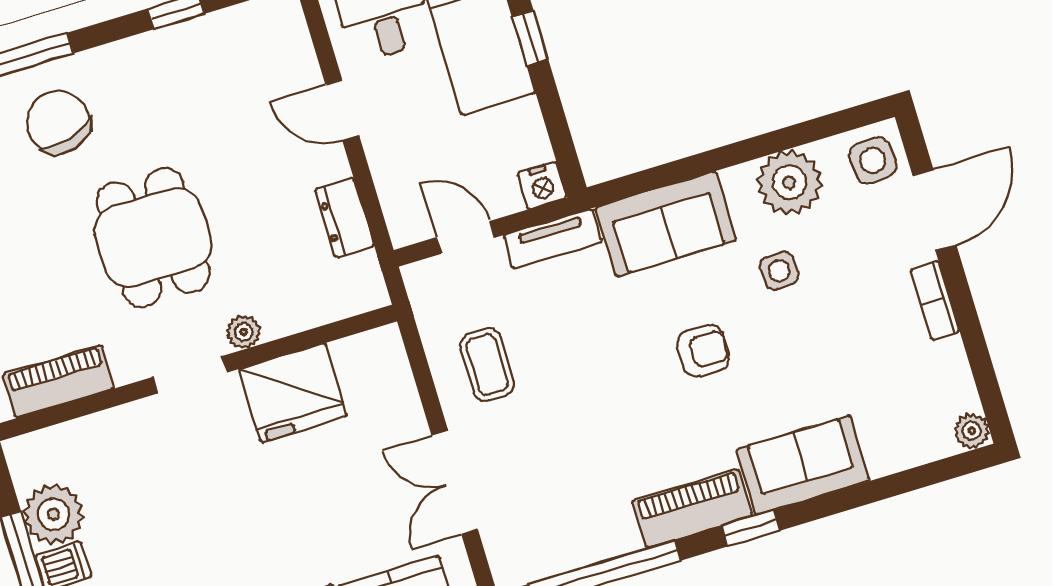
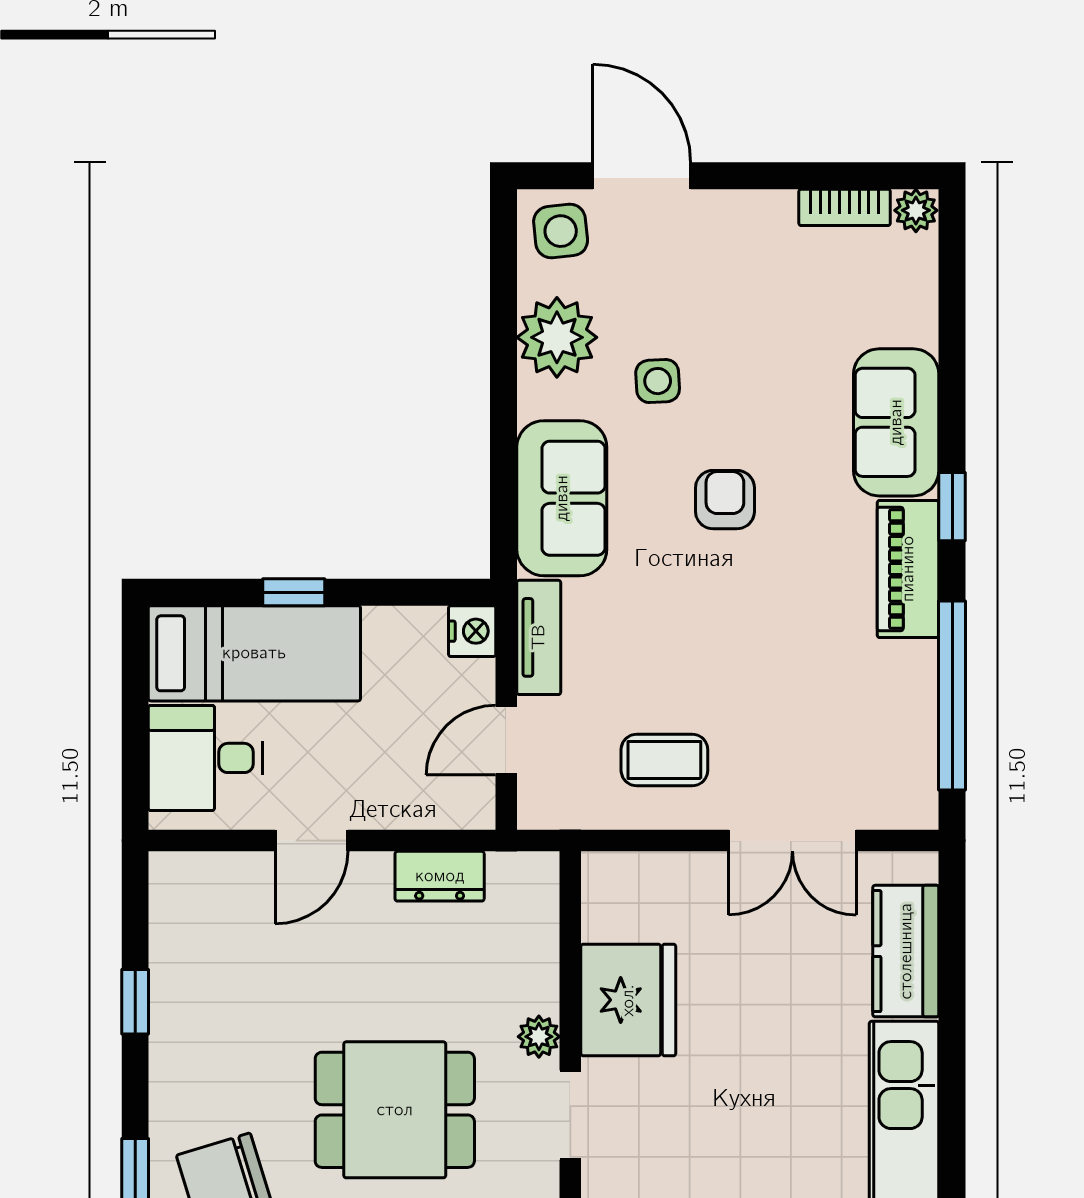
bookcase: (935, 300) -> (845, 207), moved

